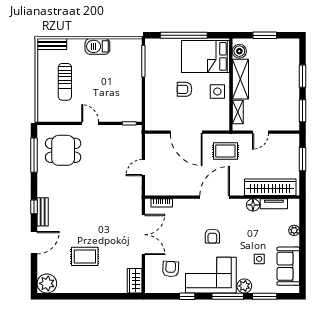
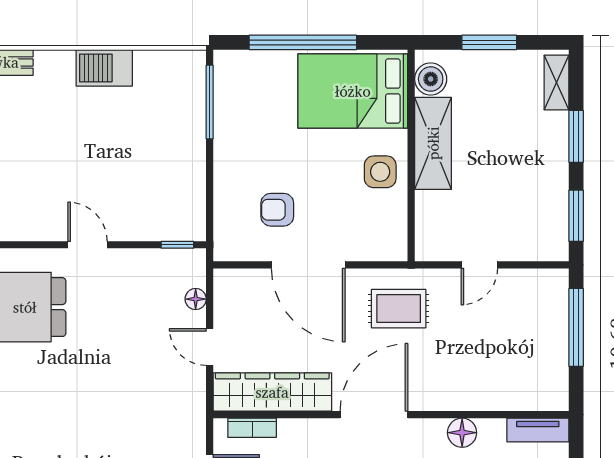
sun lounger: (65, 82) -> (29, 149), removed
armchair: (184, 89) -> (277, 210), moved
shelving: (238, 112) -> (557, 83), moved
floor lamp: (137, 147) -> (196, 299), added
window: (303, 159) -> (576, 327), width x1.44
door: (143, 168) -> (210, 347), hinge flipped
wardrobe: (270, 187) -> (272, 392), moved
tv unit: (274, 204) -> (538, 430), moved

